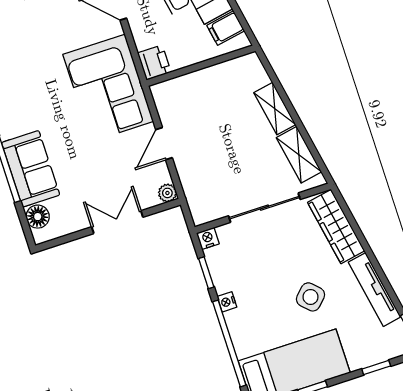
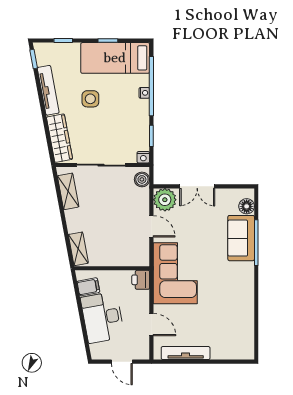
shelving: (275, 109) -> (78, 249), moved
door: (164, 144) -> (151, 226), hinge flipped
plant: (167, 193) -> (165, 200), width x1.87, depth x1.87
boiler: (199, 206) -> (142, 179), added
side table: (311, 297) -> (90, 99), turned 45
nightstand: (227, 302) -> (144, 93), moved

